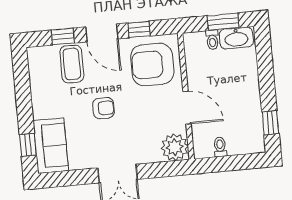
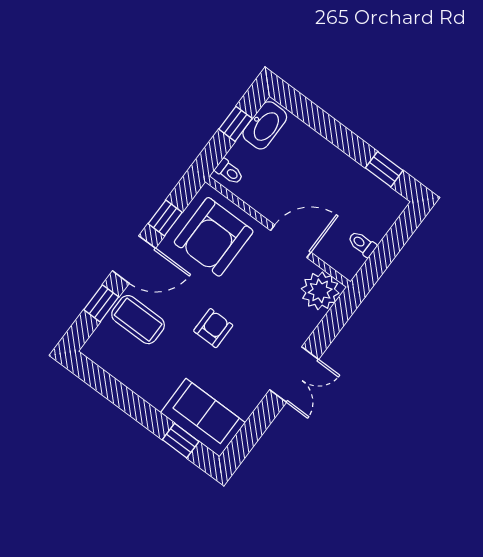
window: (223, 22) -> (236, 124), width x0.67
toilet: (212, 40) -> (229, 172), moved

